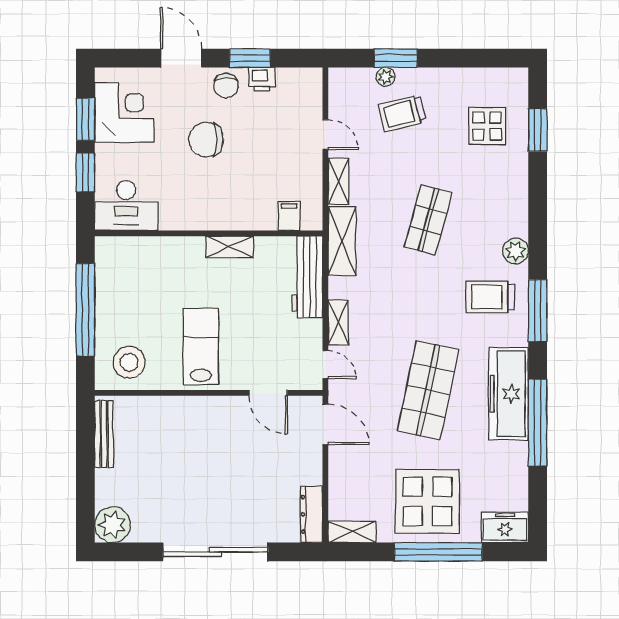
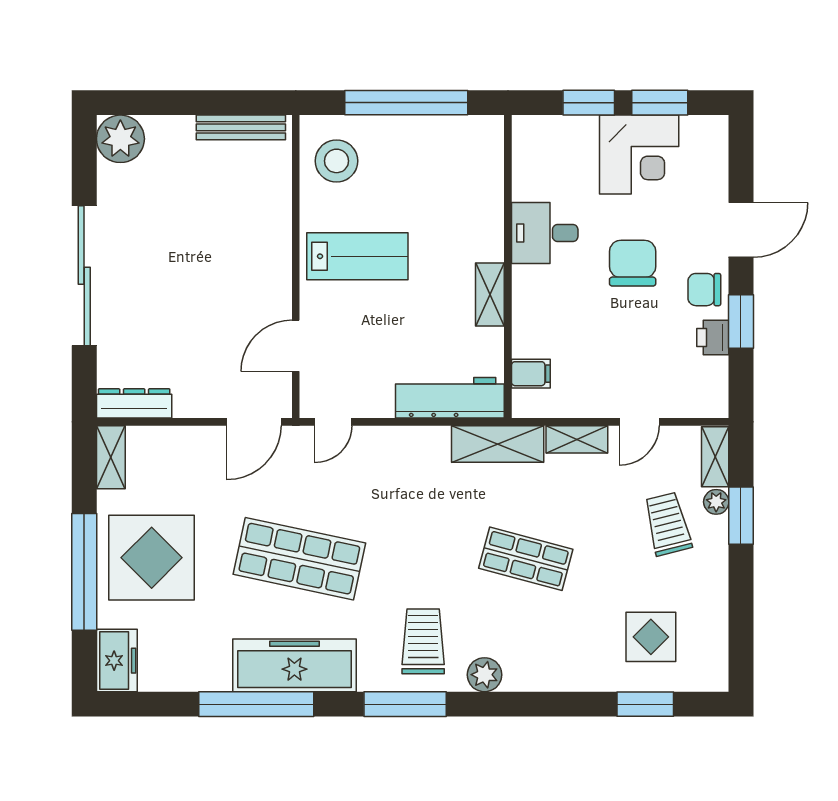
corner desk: (124, 113) -> (639, 155), moved
desk: (126, 206) -> (545, 233), moved, width x0.73
shelving: (338, 322) -> (715, 457), moved, turned 90

